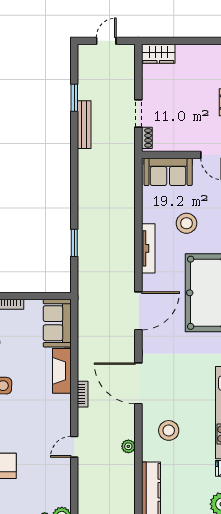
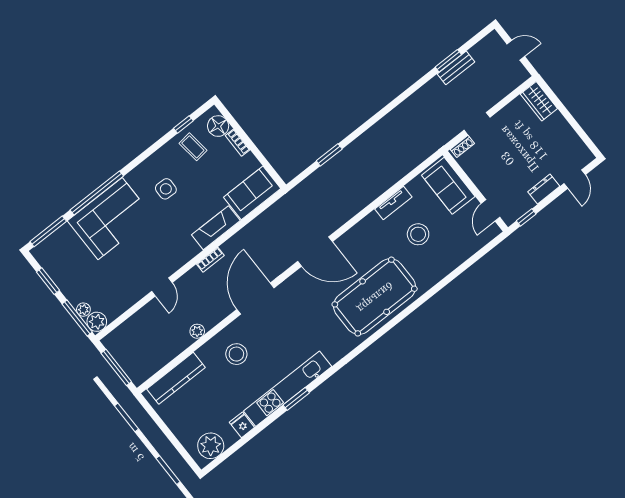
bench: (84, 125) -> (456, 68), moved, width x0.73
tv unit: (148, 248) -> (393, 203), moved, width x0.71
door: (74, 447) -> (162, 287), swing flipped

